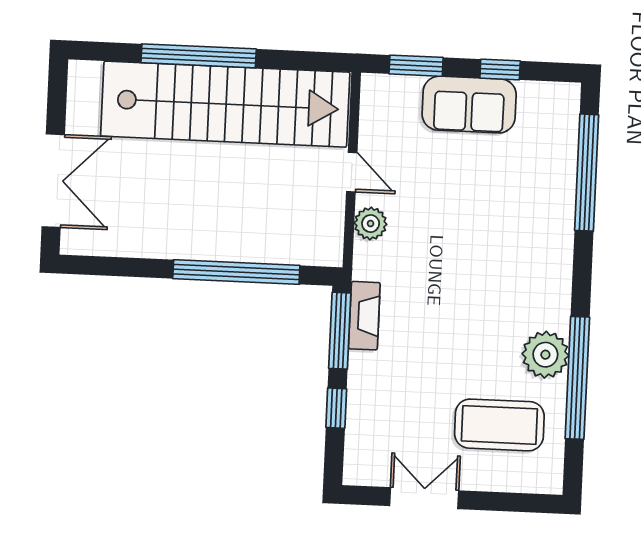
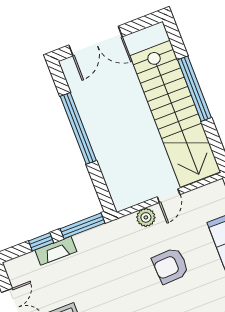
armchair: (465, 218) -> (170, 266), added
window: (236, 272) -> (78, 128), moved
fireplace: (364, 316) -> (56, 251), moved

